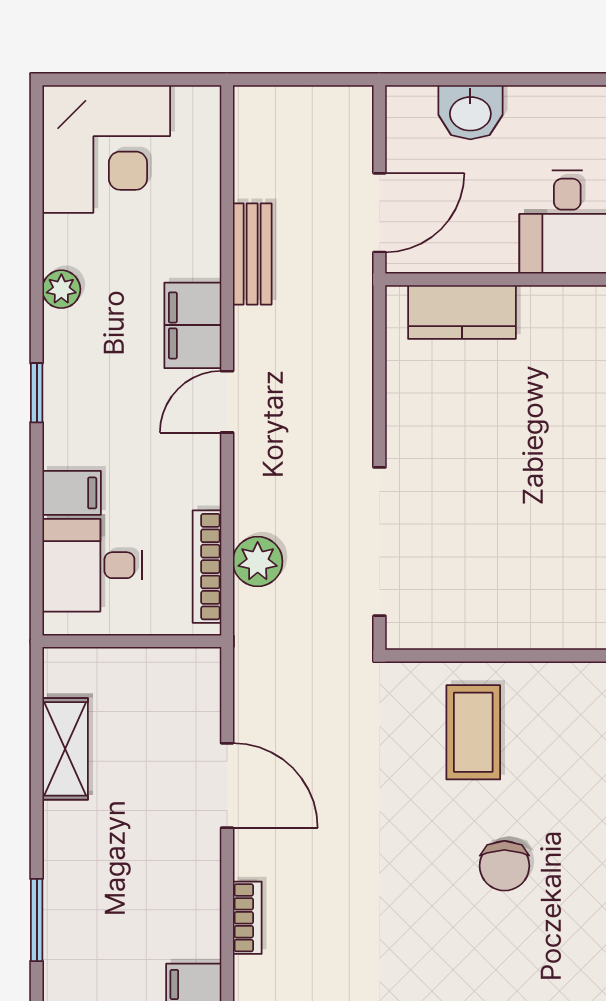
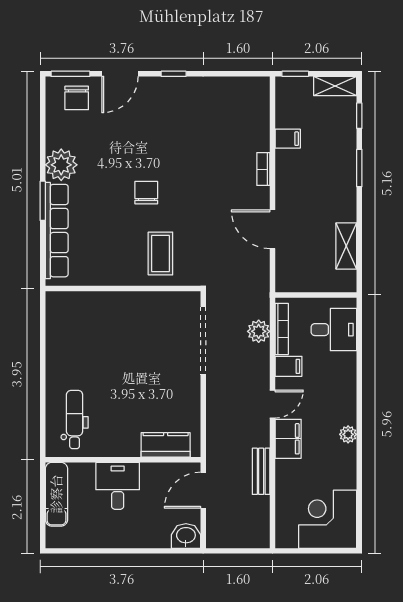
washbasin: (470, 112) -> (186, 536), moved
plant: (61, 289) -> (348, 434), moved
window: (37, 393) -> (359, 408), removed
filing cabinet: (72, 493) -> (289, 366), moved, turned 180

